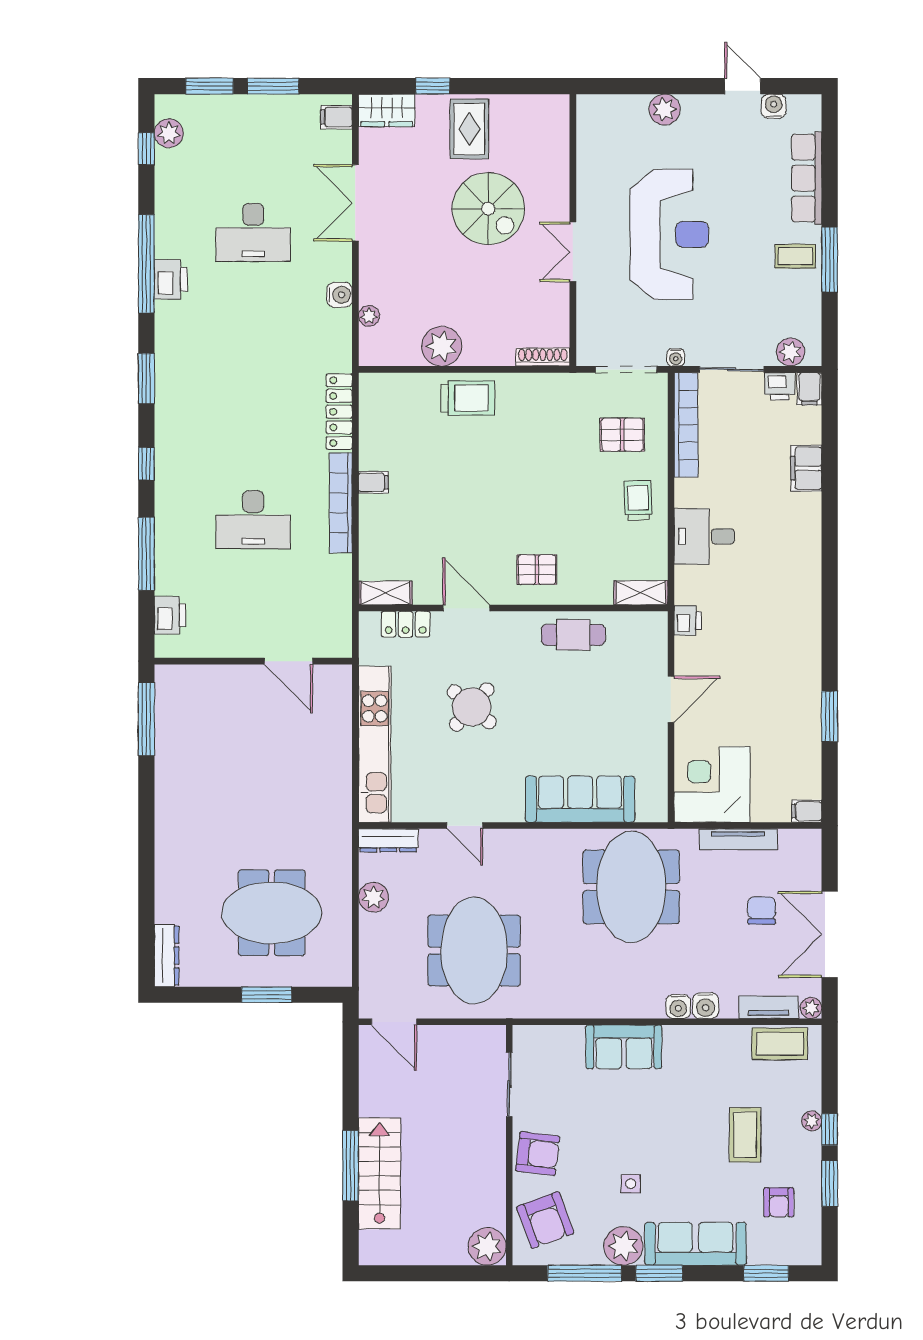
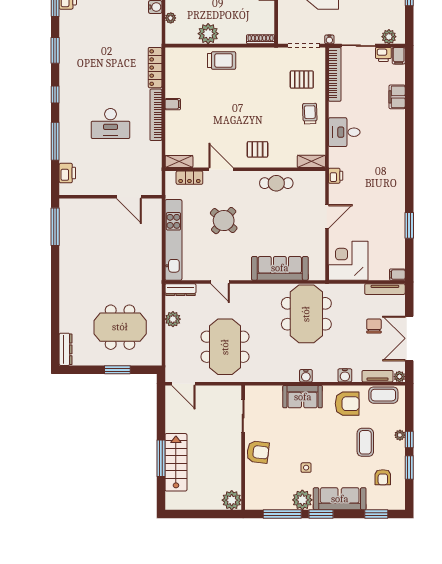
tv unit: (738, 839) -> (385, 289), moved
water cooler: (678, 1006) -> (306, 376), moved
armchair: (545, 1220) -> (347, 404), moved, turned -70

